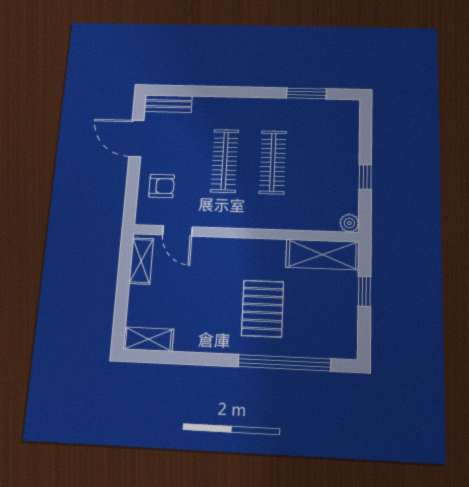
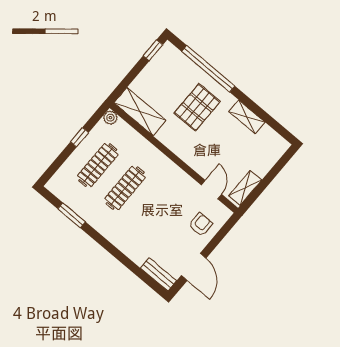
clothes rail: (225, 161) -> (98, 165), moved
armchair: (162, 186) -> (201, 224), turned 90
window: (364, 291) -> (153, 50), moved
shelving: (148, 339) -> (247, 117), moved

